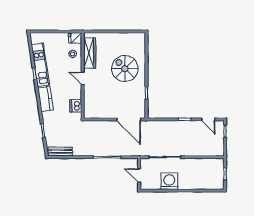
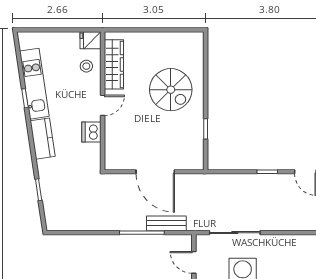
spiral stairs: (125, 69) -> (171, 90), turned 180
door: (83, 78) -> (103, 105), swing flipped
dishwasher: (76, 106) -> (91, 132), moved
door: (129, 119) -> (155, 172), moved
bench: (60, 151) -> (166, 223), moved

